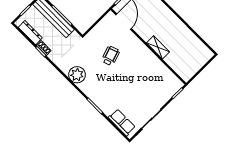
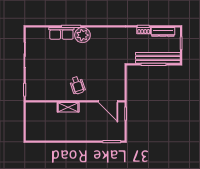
wheelchair: (111, 56) -> (77, 85), moved
plant: (77, 75) -> (82, 35), moved
row of seats: (122, 122) -> (61, 33), moved

